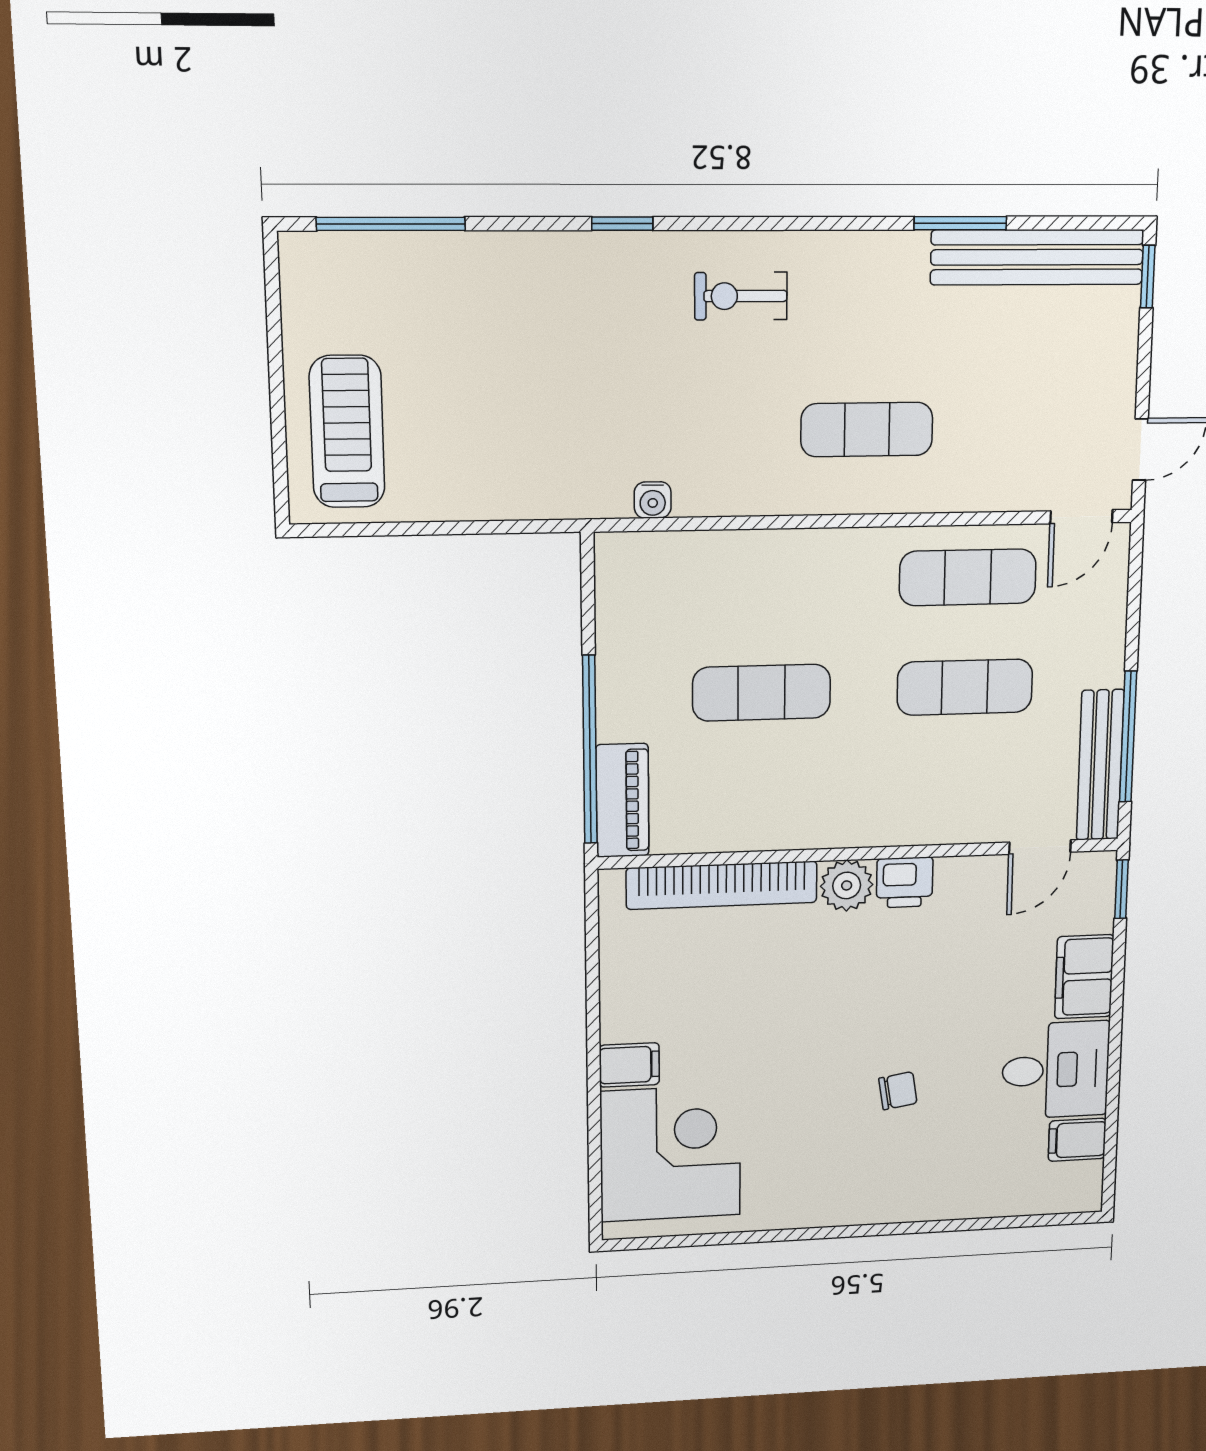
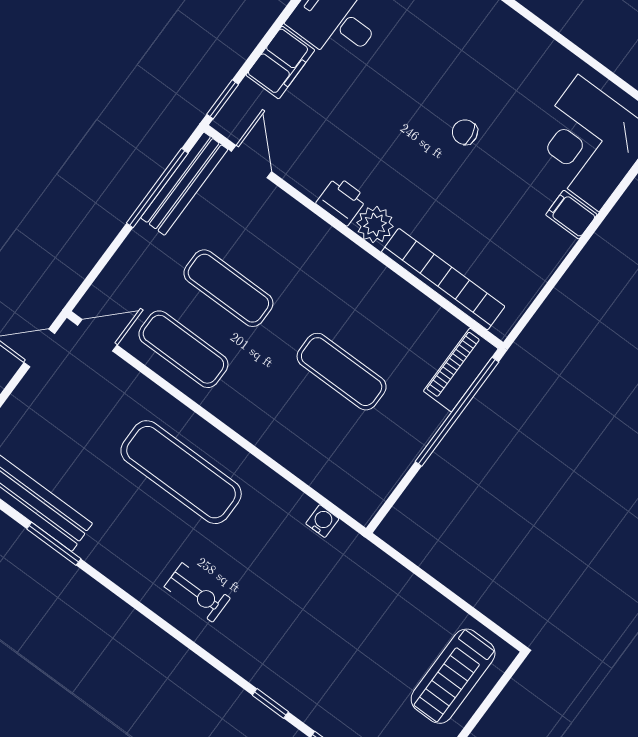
window: (622, 224) -> (270, 703), moved
exercise mat: (867, 430) -> (181, 472), width x1.36, depth x1.45
door: (1040, 847) -> (251, 162), hinge flipped
chair: (898, 1091) -> (465, 132), moved

